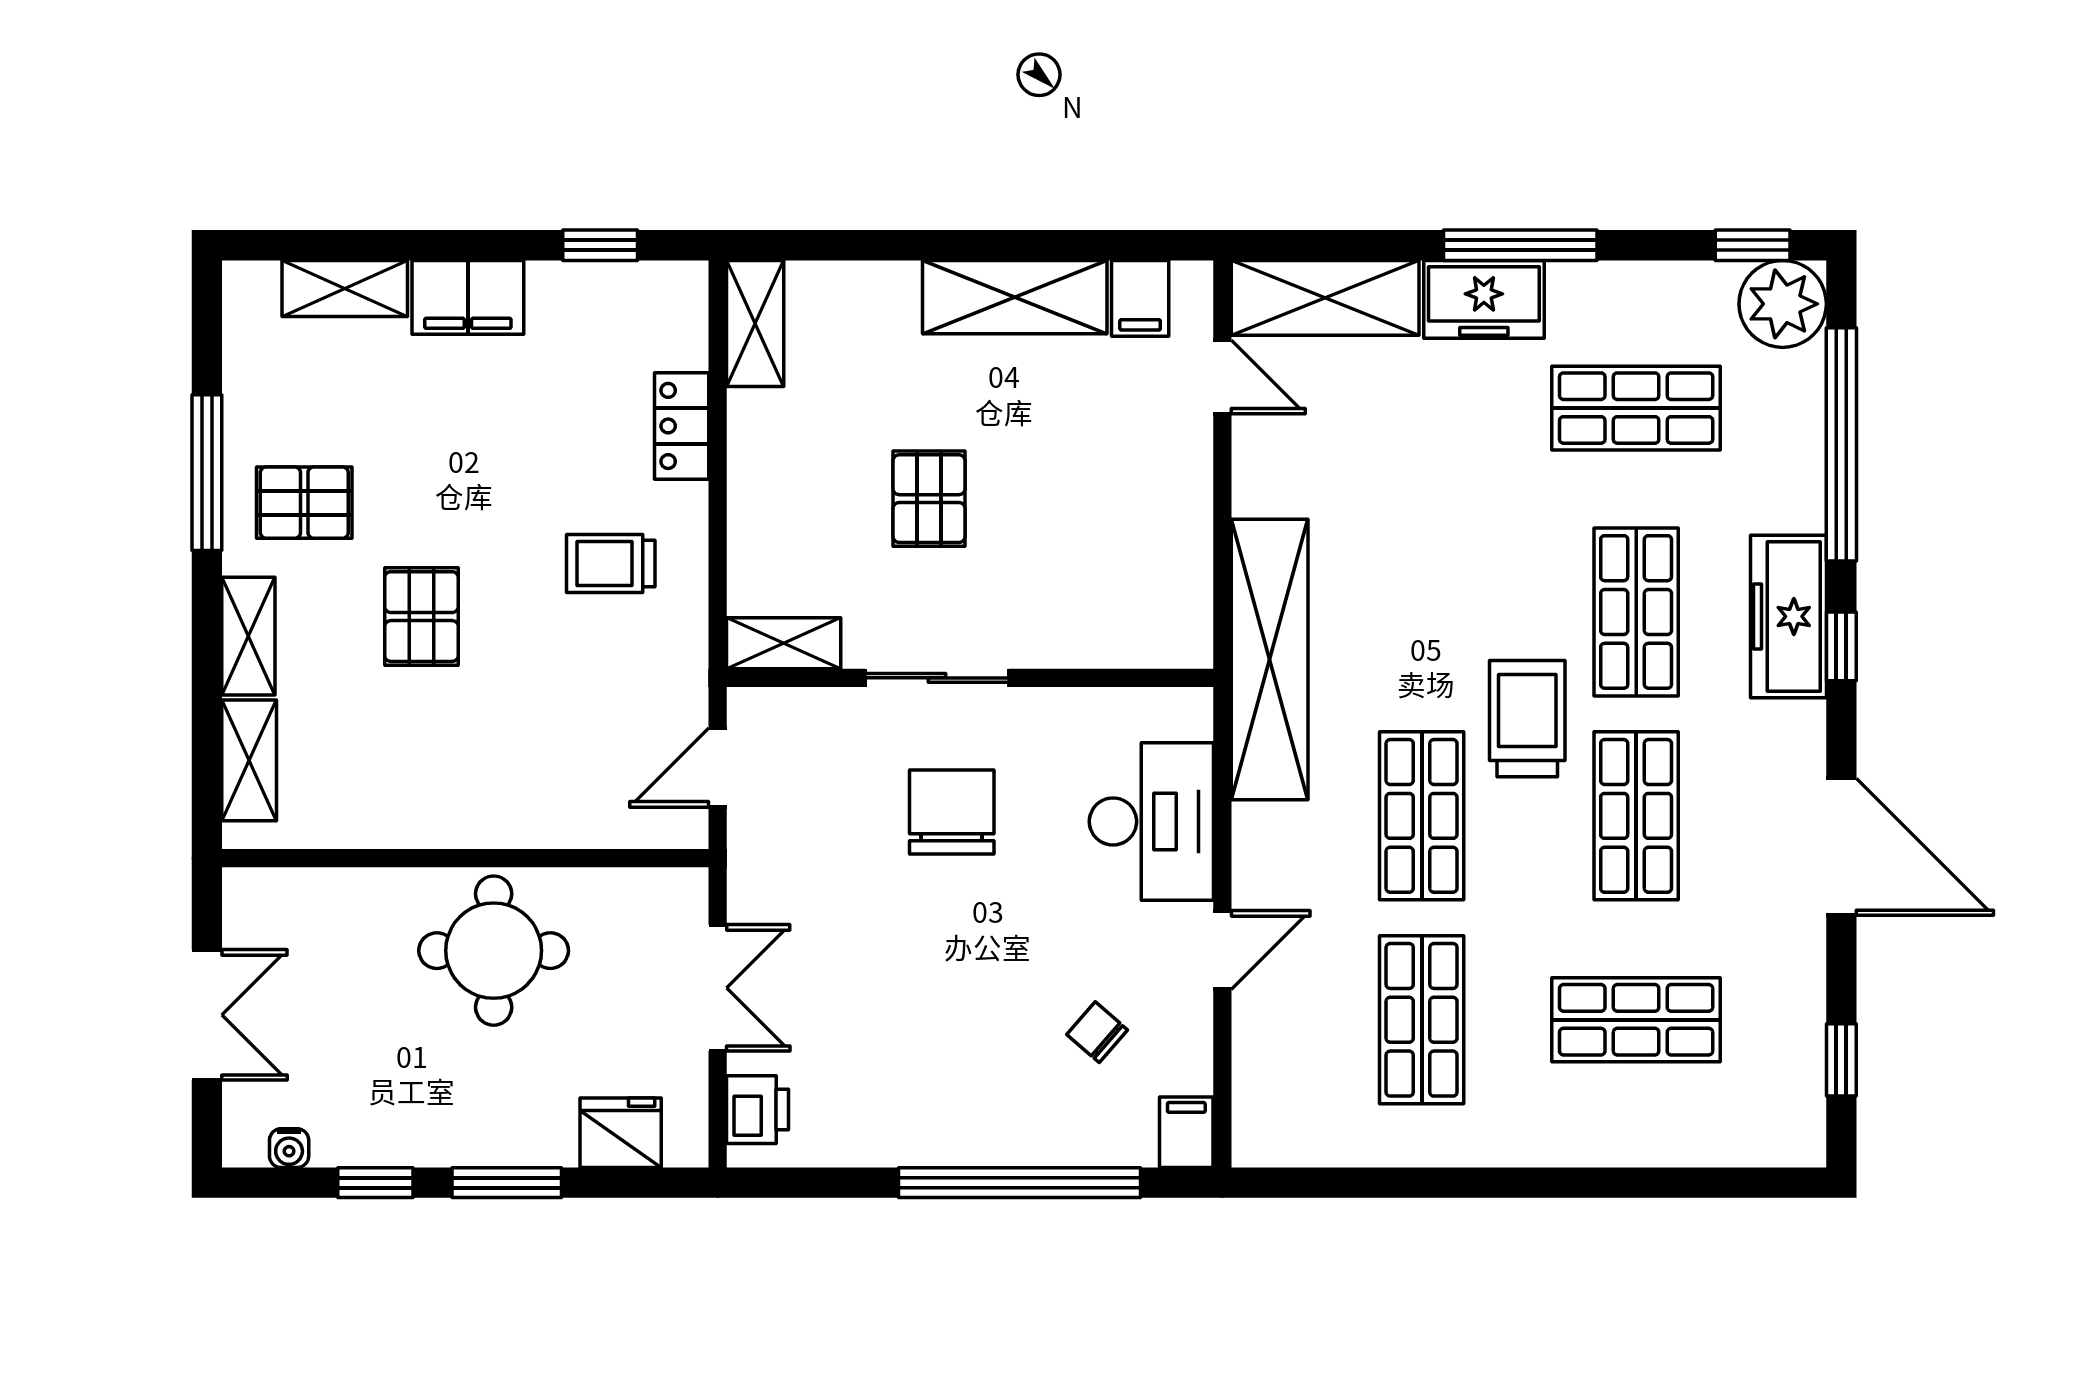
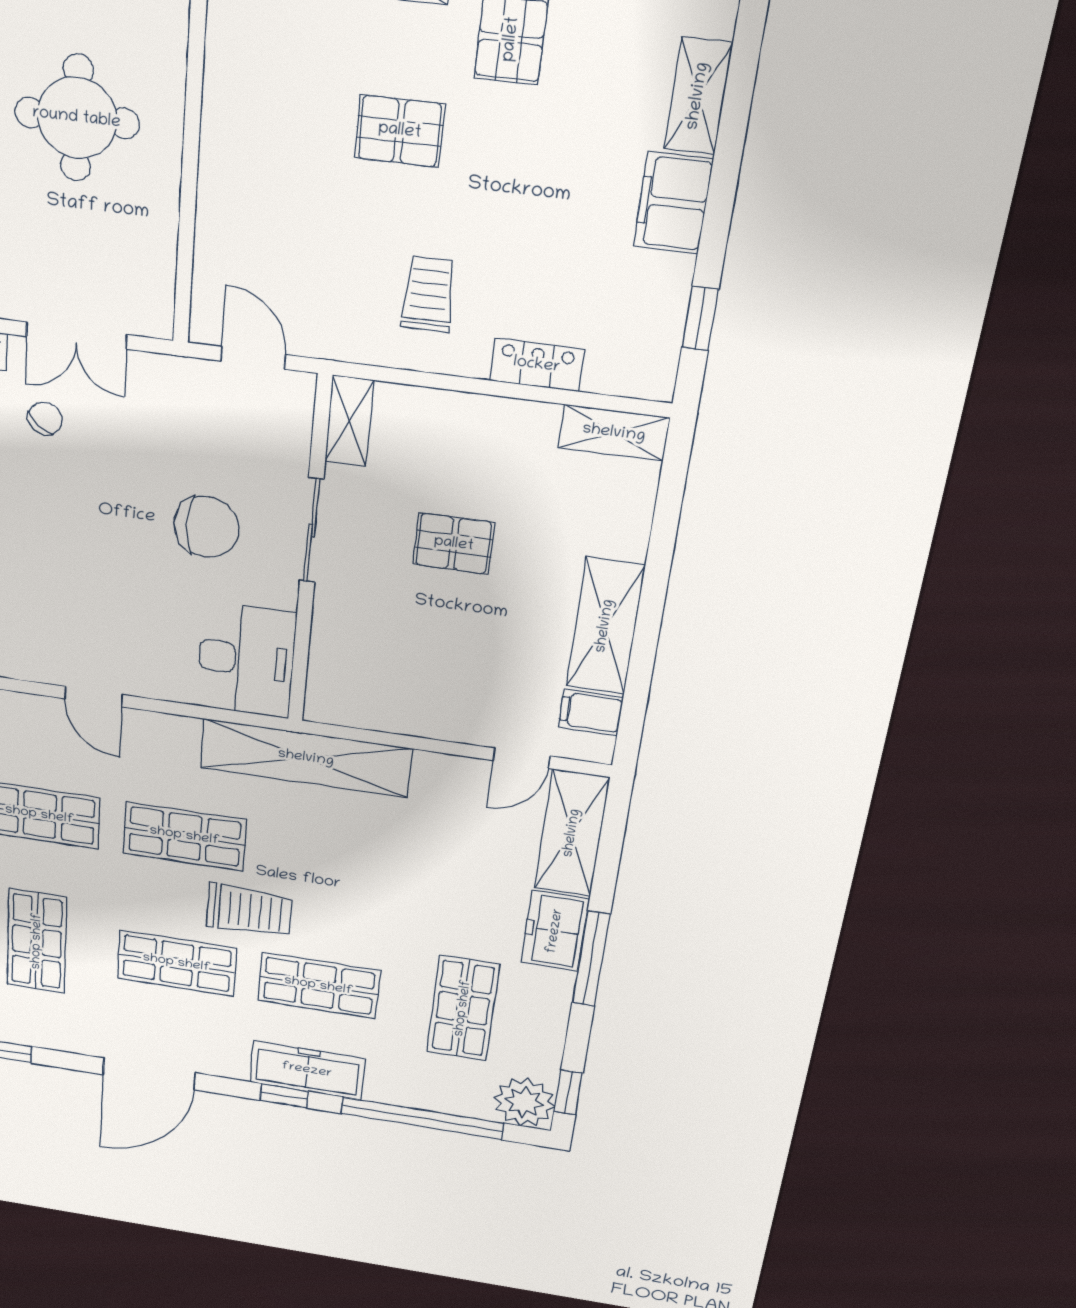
desk: (1151, 821) -> (246, 660), moved, turned -90
round table: (494, 951) -> (77, 118), moved
chair: (1097, 1032) -> (45, 419), moved

